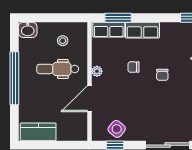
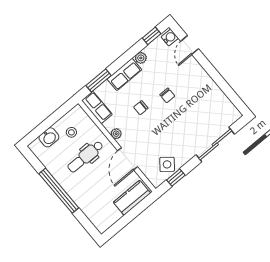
plant: (166, 28) -> (141, 58), added
washbasin: (28, 30) -> (49, 137), moved
row of seats: (109, 30) -> (97, 107), moved, turned -90
kitchen counter: (38, 132) -> (132, 198), moved

